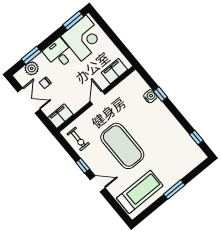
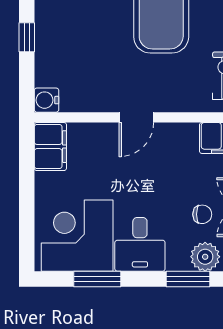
window: (73, 21) -> (97, 279), moved
filing cabinet: (114, 71) -> (50, 147), moved, turned -90
water cooler: (150, 96) -> (46, 100), moved

